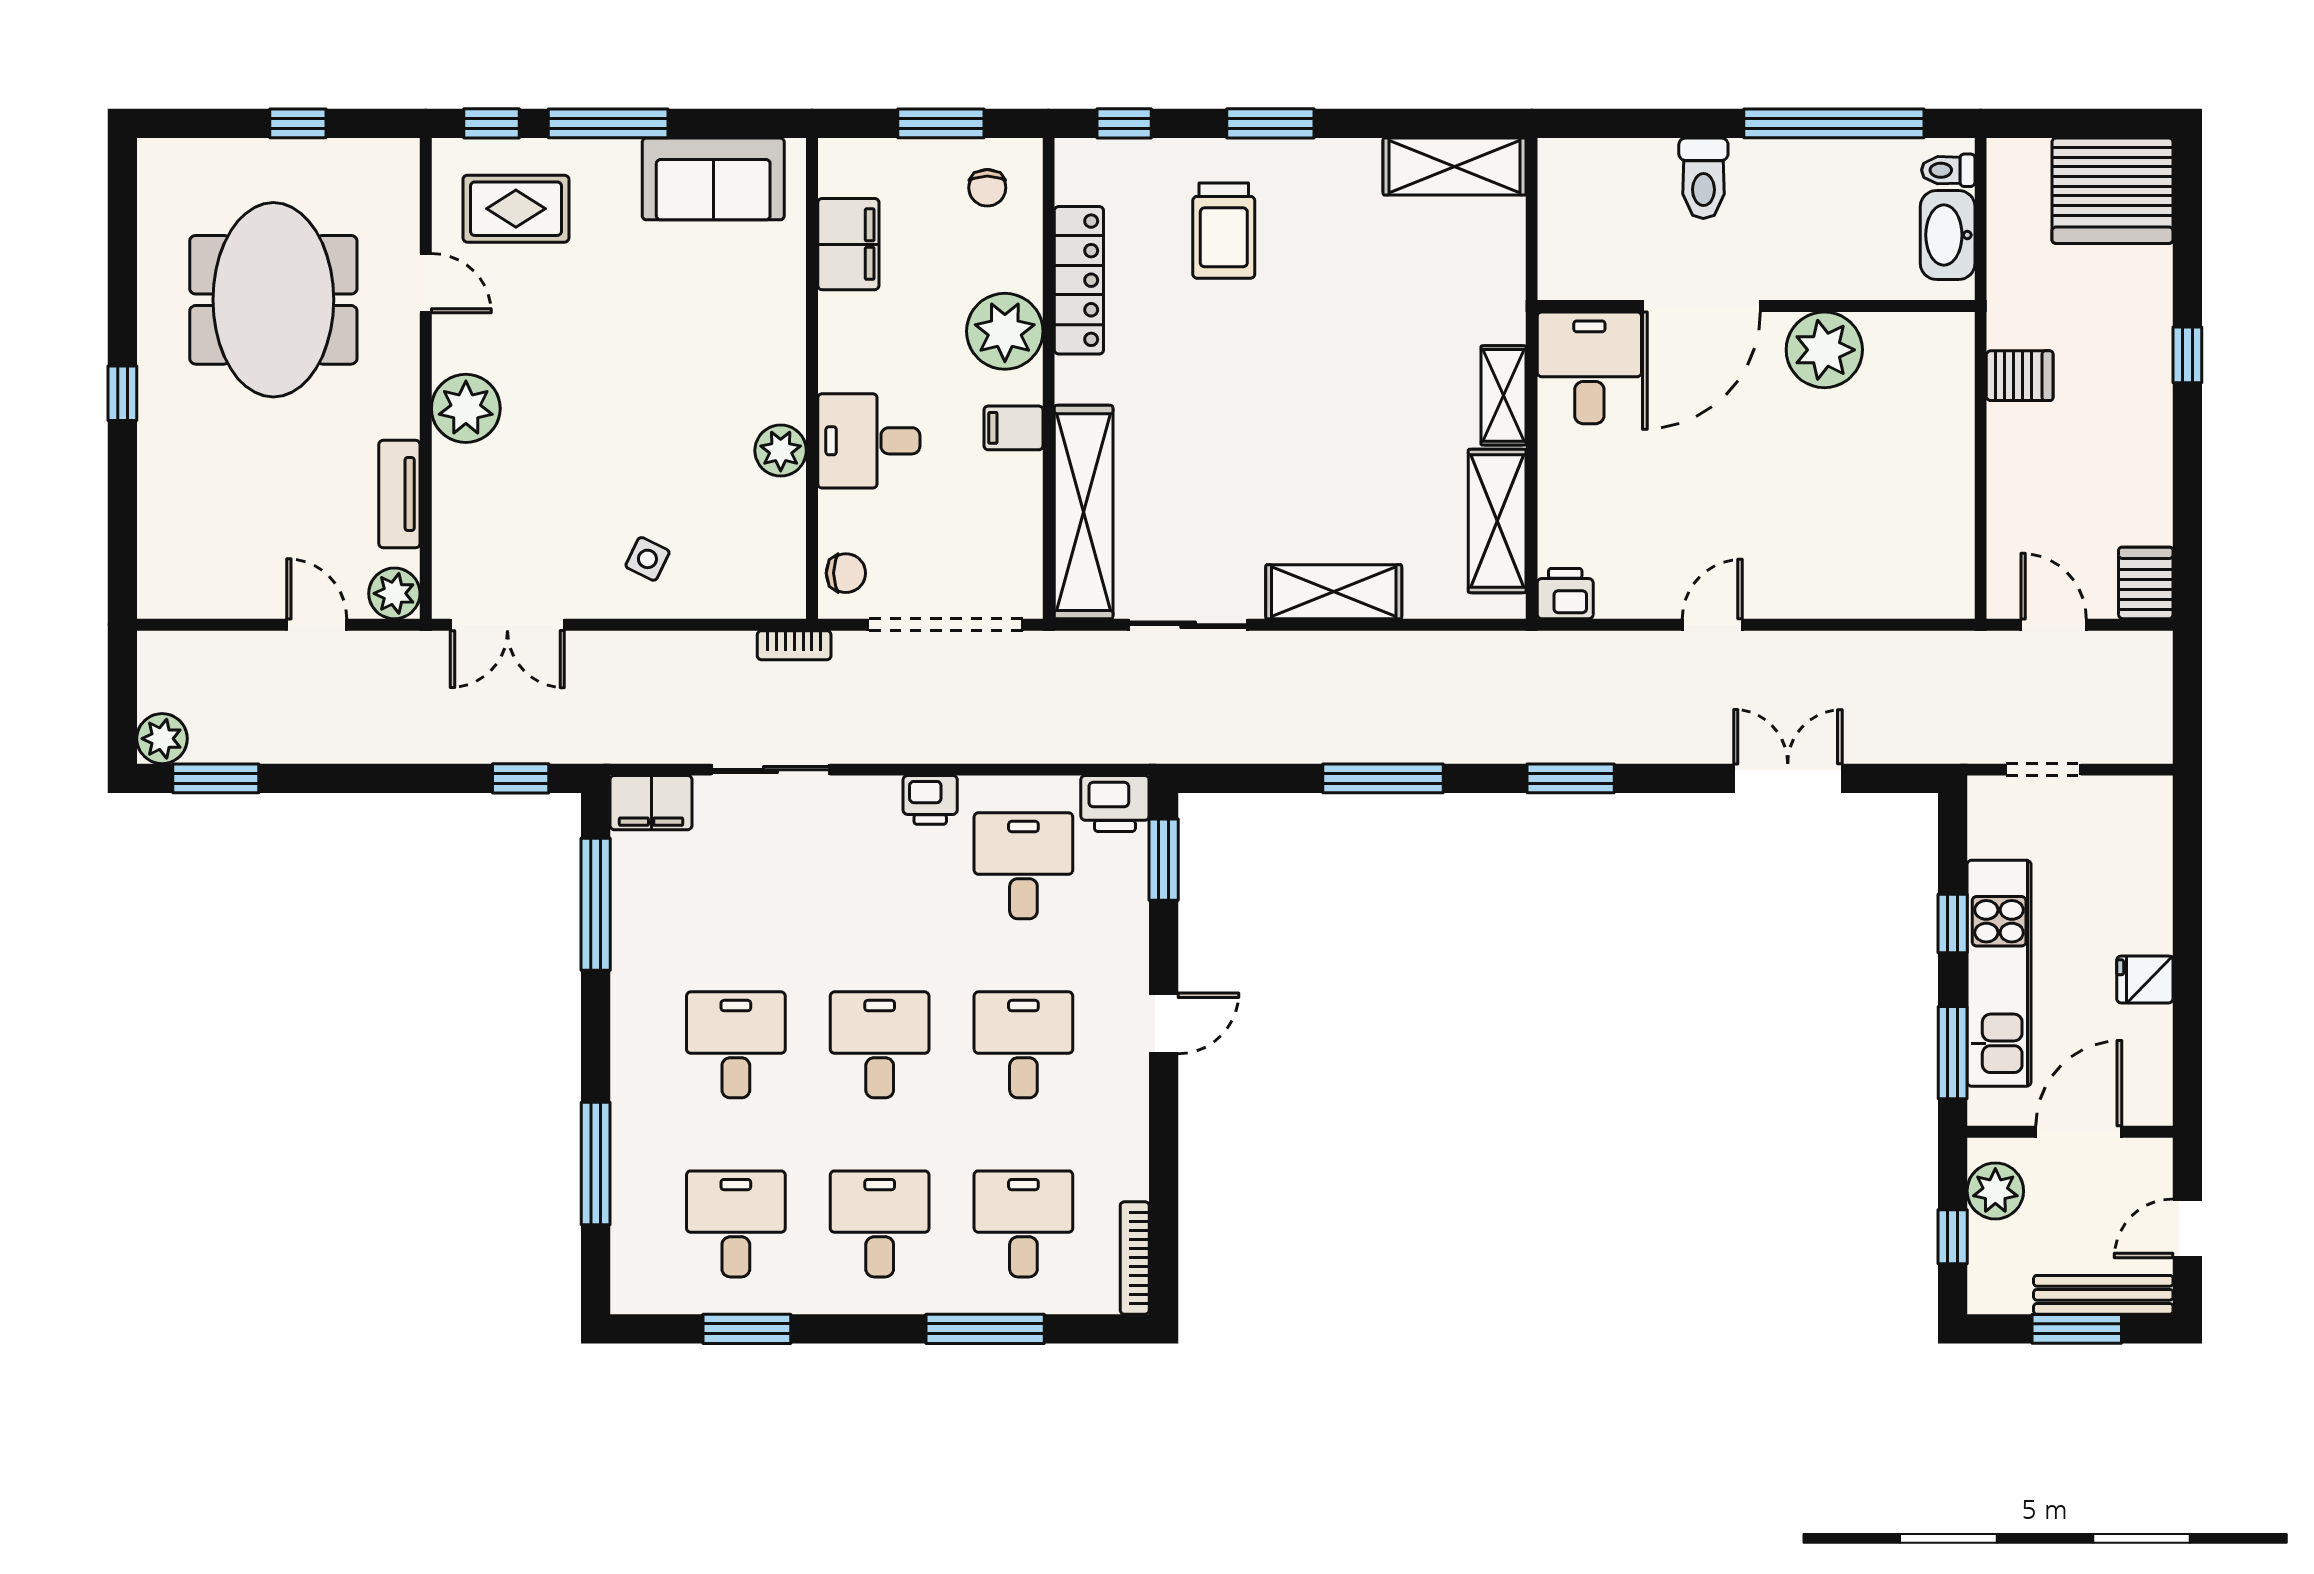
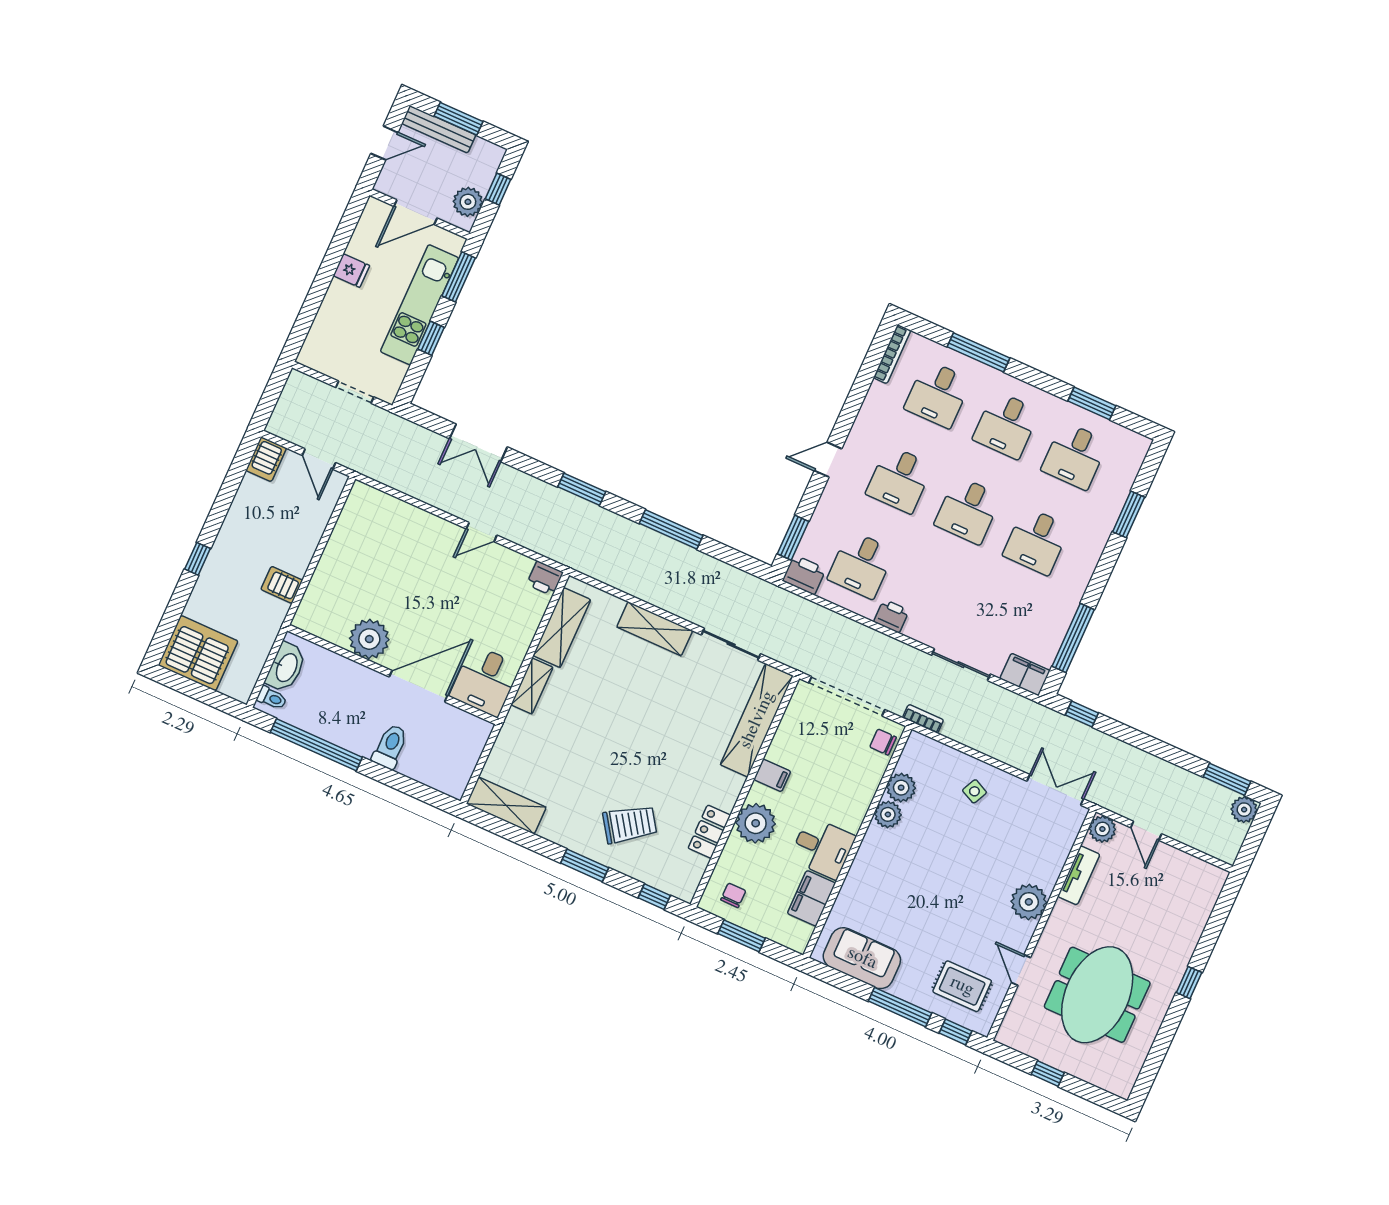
trolley: (1224, 231) -> (630, 824), turned 56
locker: (1079, 280) -> (709, 832), width x0.66
desk: (869, 441) -> (822, 848), moved
plant: (779, 508) -> (901, 788), added
window: (596, 1164) -> (1129, 514), width x0.69

